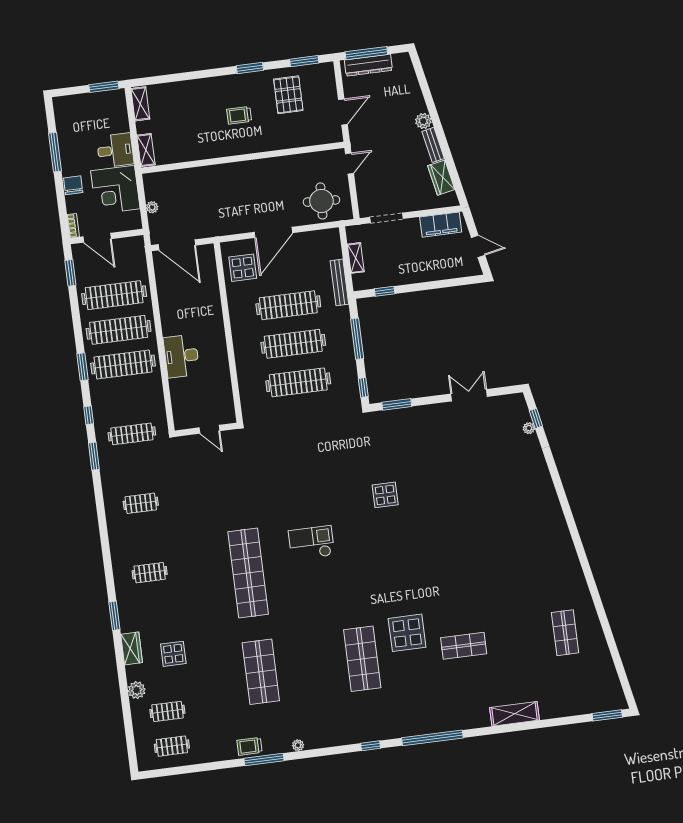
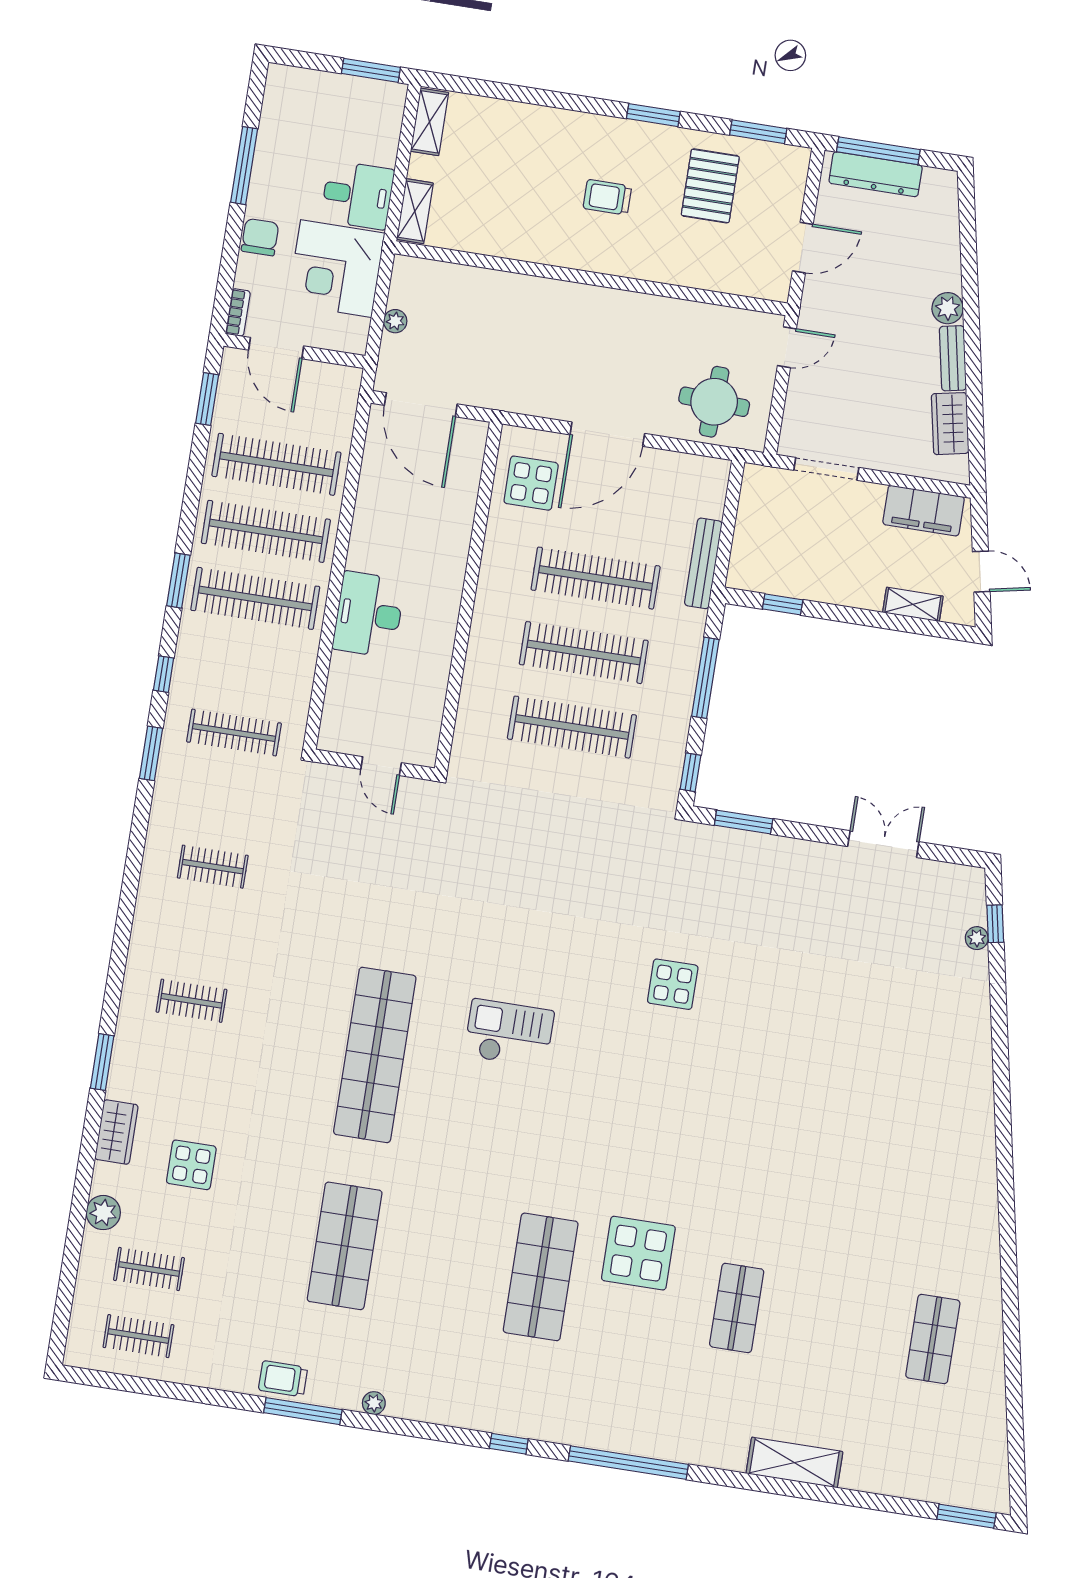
shelving: (356, 258) -> (913, 604), moved, turned 90
shop shelf: (464, 646) -> (737, 1308), turned 90

